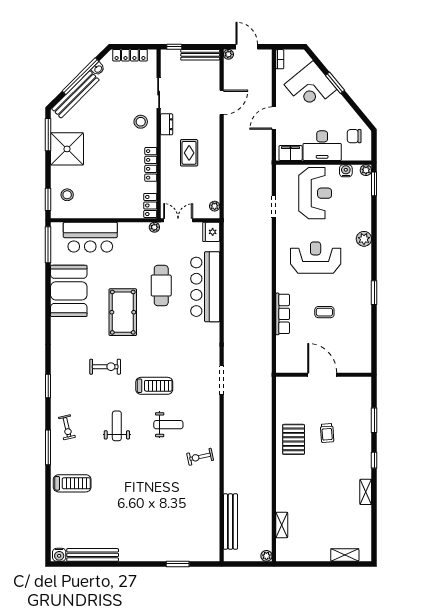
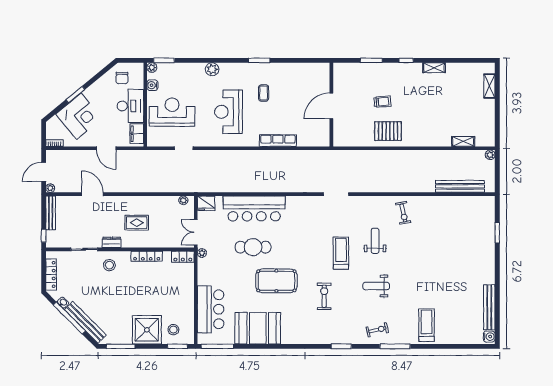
shower: (67, 149) -> (147, 330), moved
coffee table: (324, 312) -> (264, 93), moved

